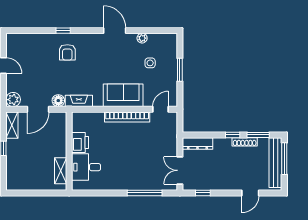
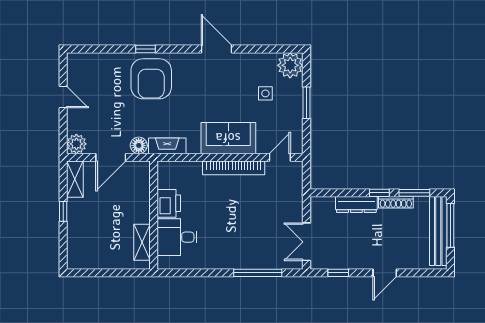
plant: (142, 38) -> (290, 65), moved, width x1.87, depth x1.87
armchair: (67, 52) -> (151, 79), width x1.88, depth x1.88
dresser: (197, 143) -> (356, 205), moved
door: (250, 193) -> (385, 273), moved

